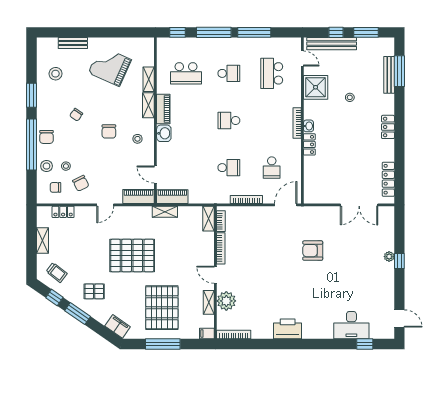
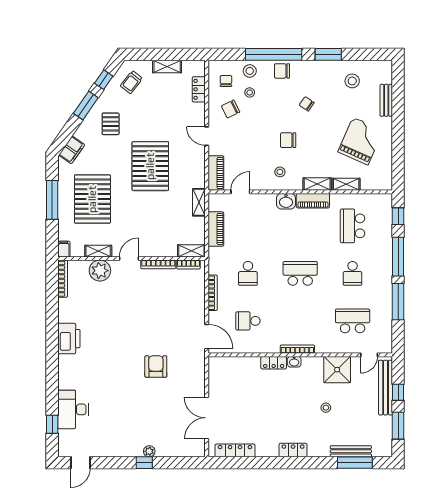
school desk: (229, 120) -> (300, 273), width x1.85
piano: (172, 197) -> (216, 229), moved
pallet: (162, 308) -> (92, 199), turned 90

